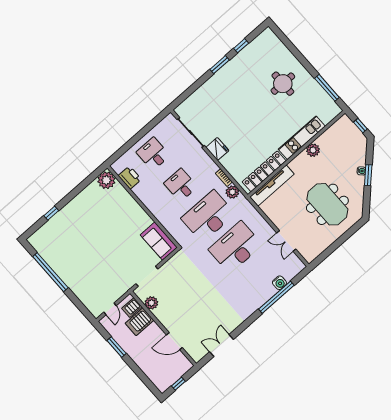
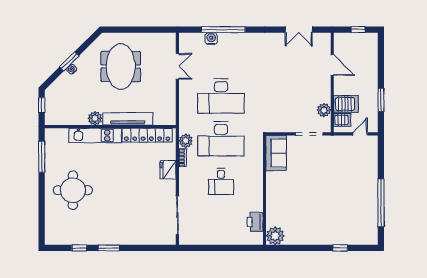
round table: (283, 84) -> (73, 190), width x1.36, depth x1.36
fridge: (217, 149) -> (168, 170), moved
desk: (153, 154) -> (221, 224), removed
tv unit: (272, 185) -> (128, 119), moved

